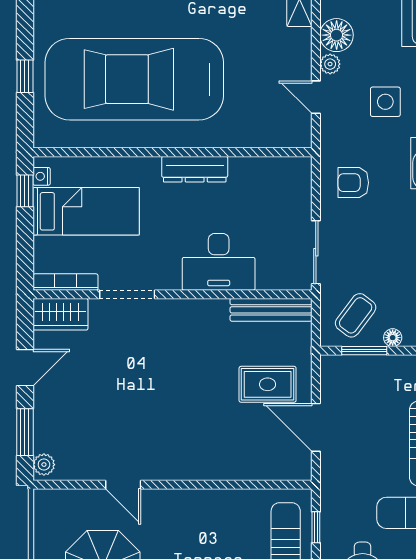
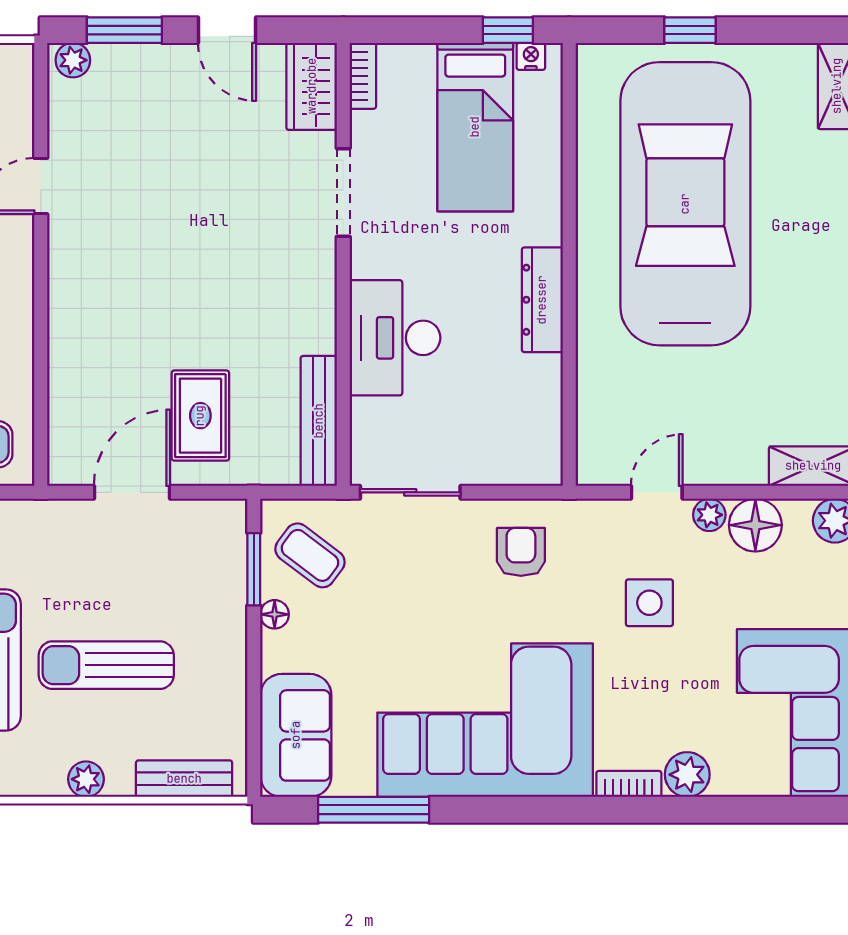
bookcase: (65, 282) -> (363, 76), width x0.64

